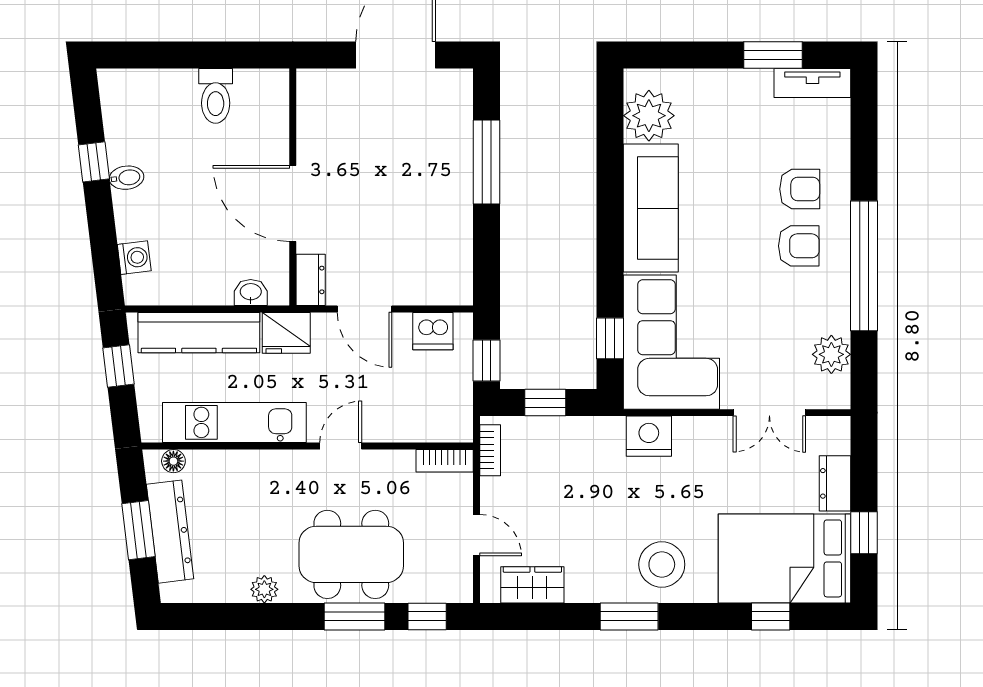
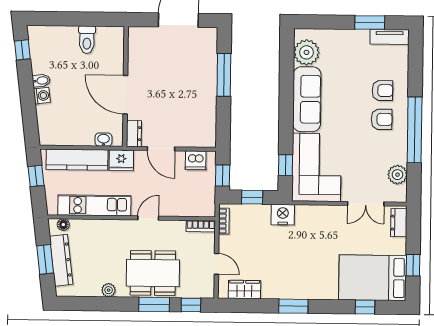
window: (94, 162) -> (22, 50), moved
washing machine: (134, 258) -> (42, 96), moved
nightstand: (649, 436) -> (283, 215), moved
dresser: (835, 483) -> (399, 223), moved
stool: (662, 564) -> (310, 280), removed

